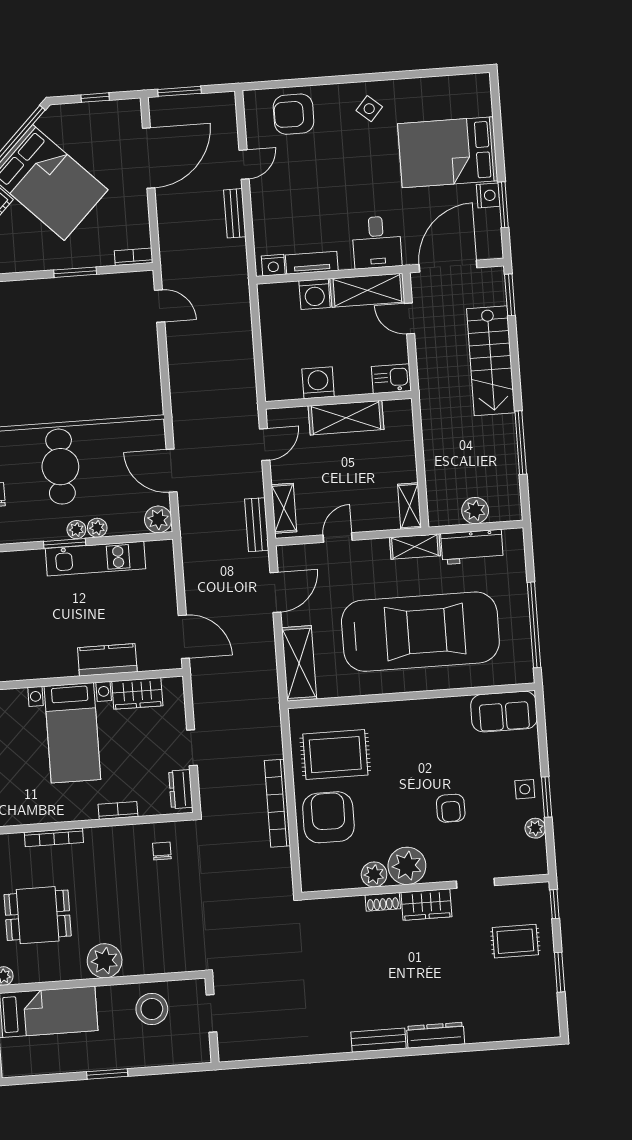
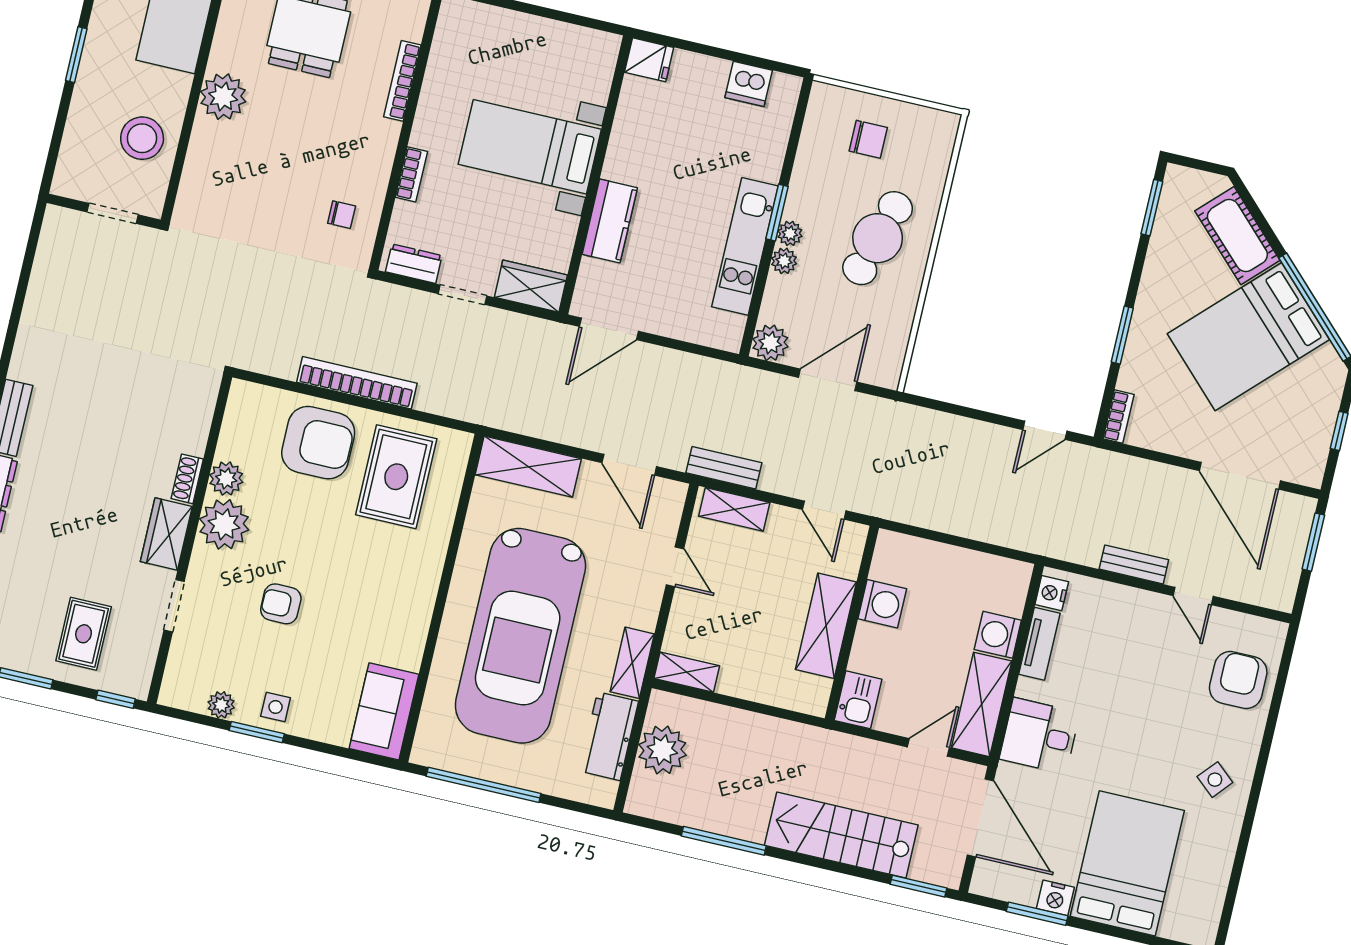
cafe table: (60, 467) -> (878, 238), turned -73
plant: (475, 511) -> (662, 750), width x1.36, depth x1.36
wardrobe: (137, 693) -> (531, 286), moved, turned 90

